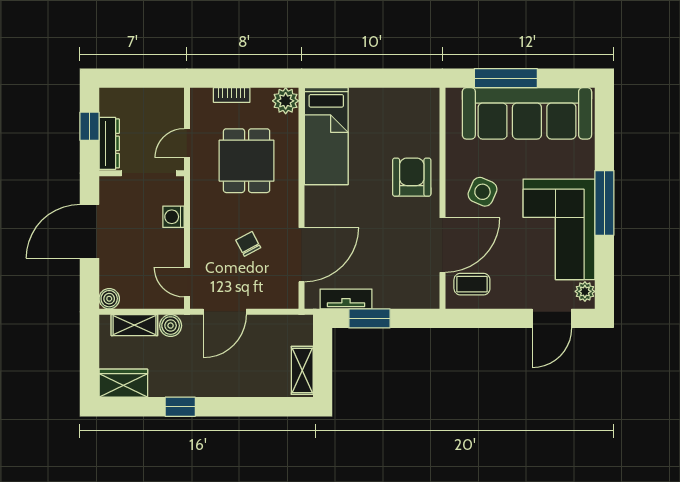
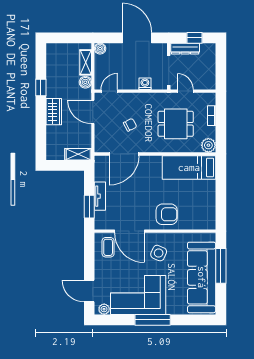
door: (302, 255) -> (124, 154), hinge flipped
tv unit: (346, 299) -> (100, 196), moved
window: (369, 318) -> (89, 207), moved
shelving: (302, 370) -> (78, 154), moved
wardrobe: (123, 383) -> (54, 112), moved

